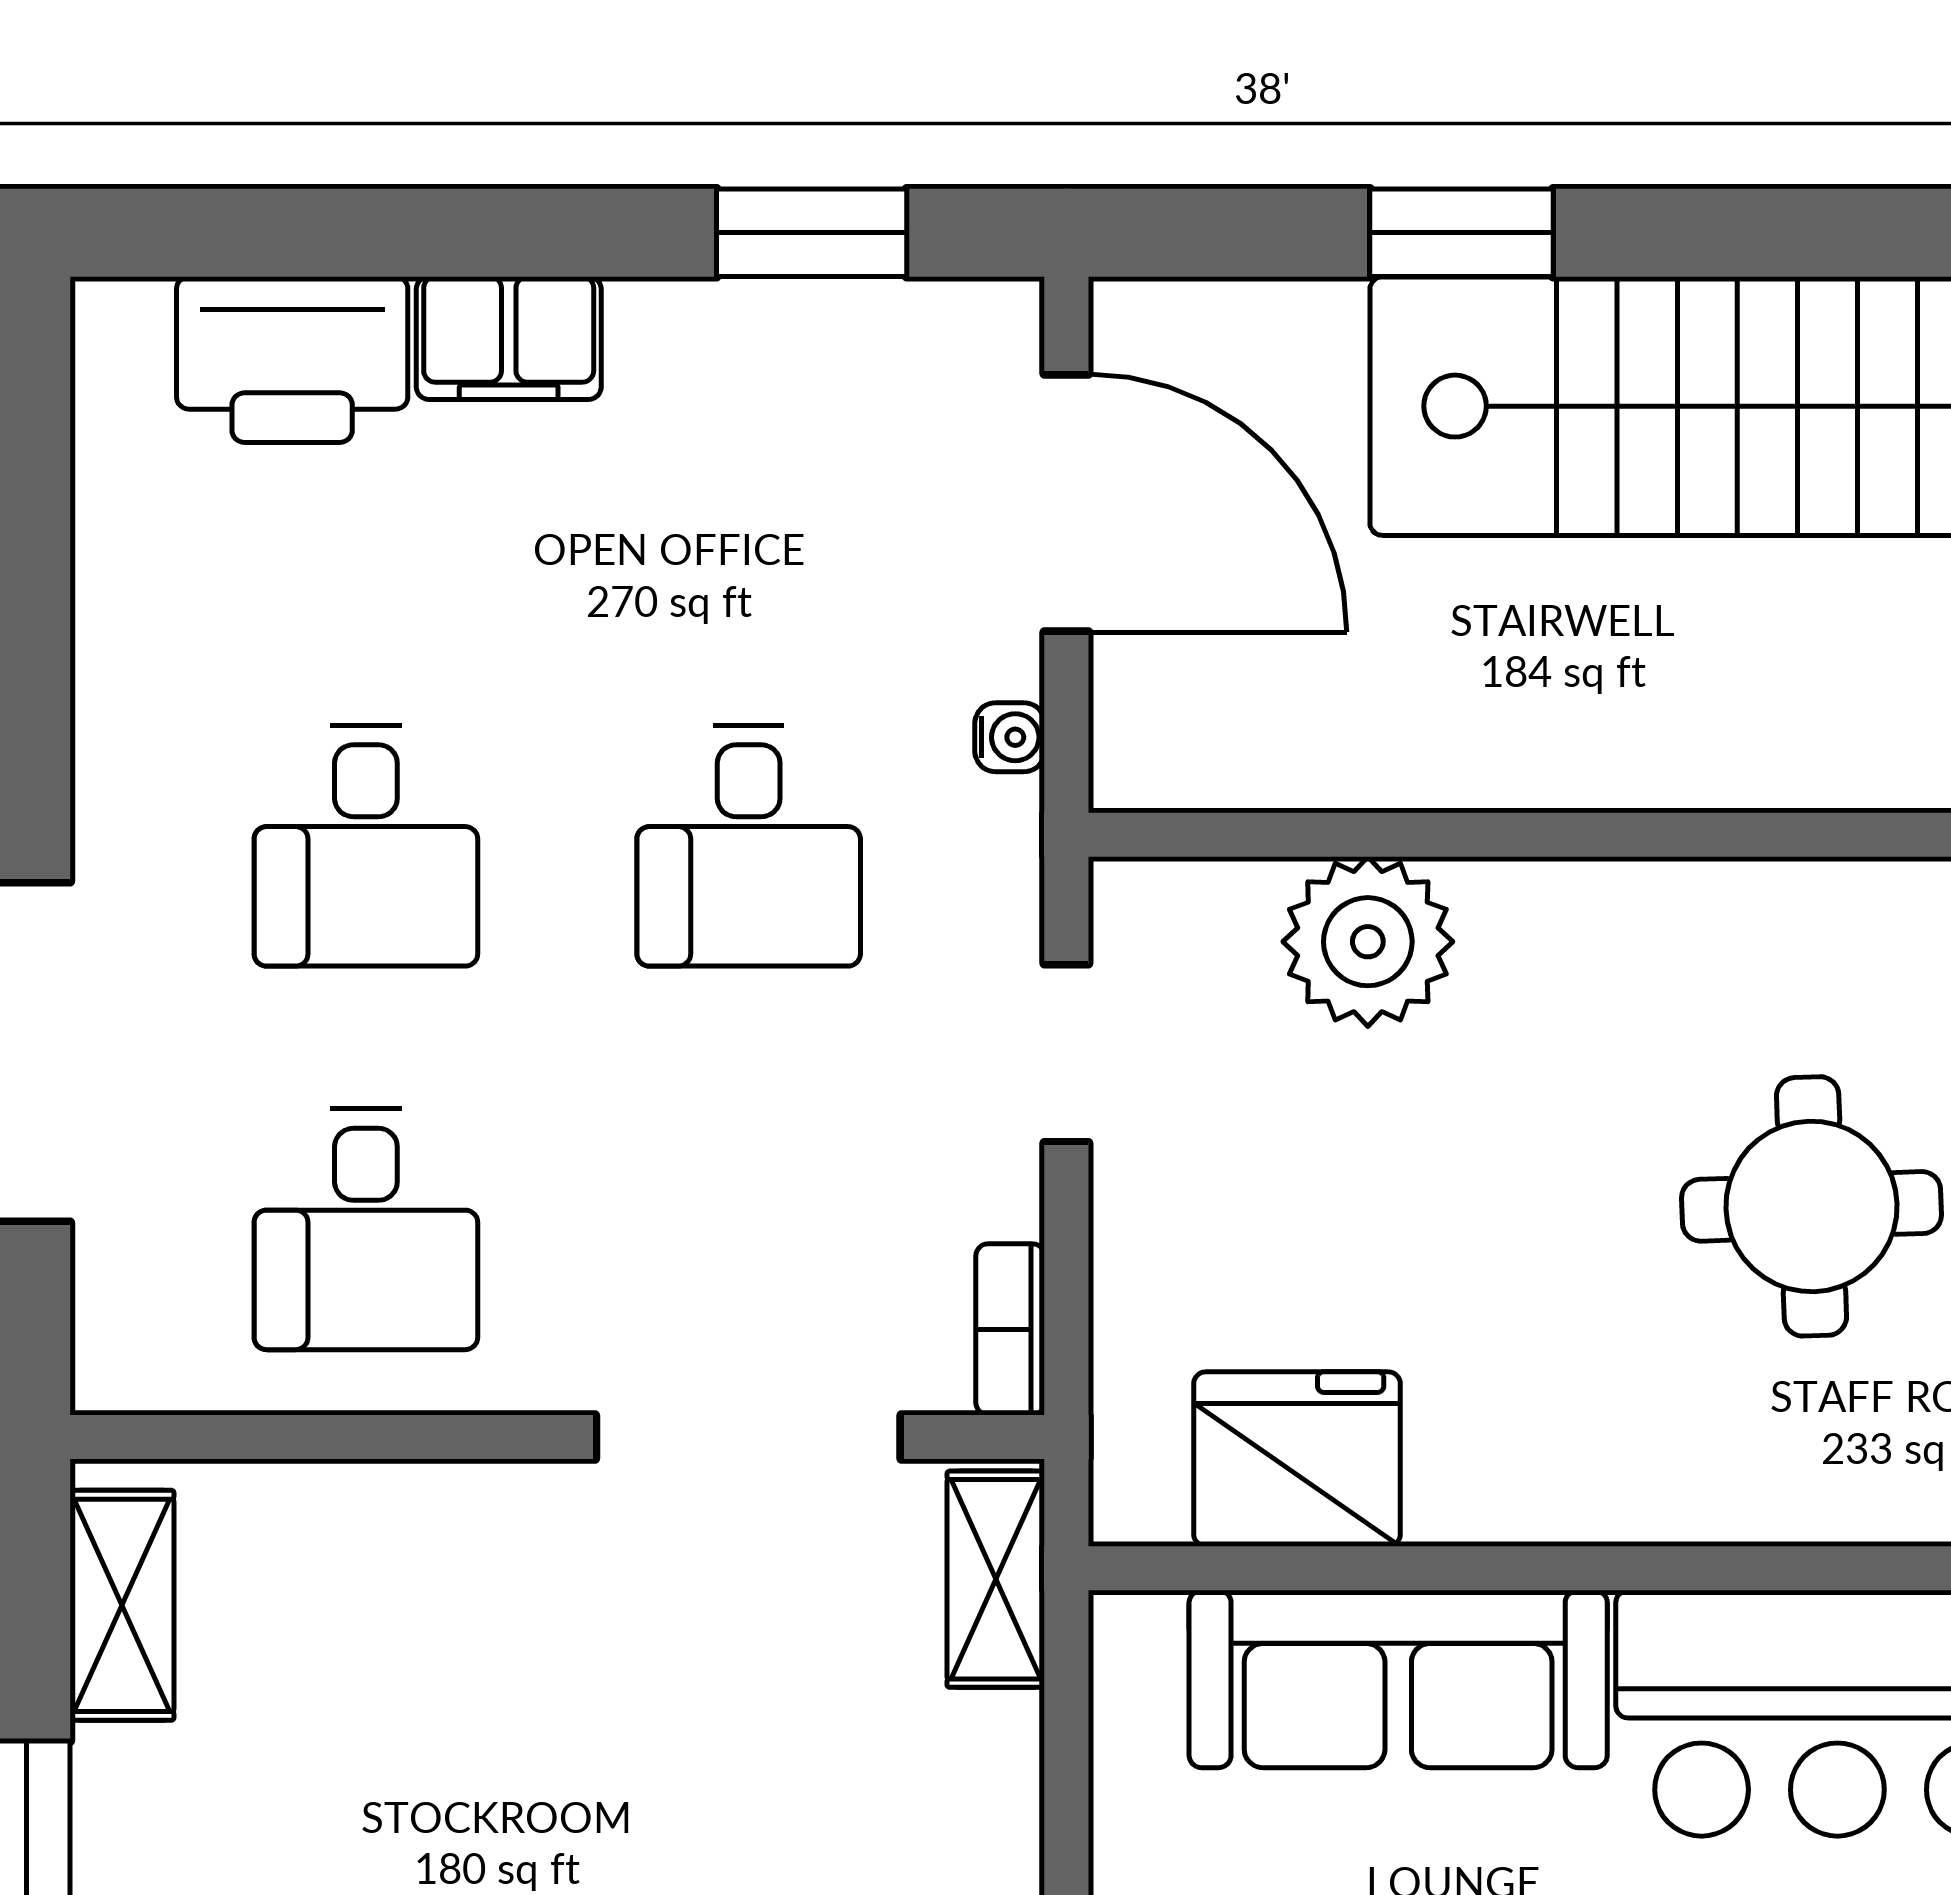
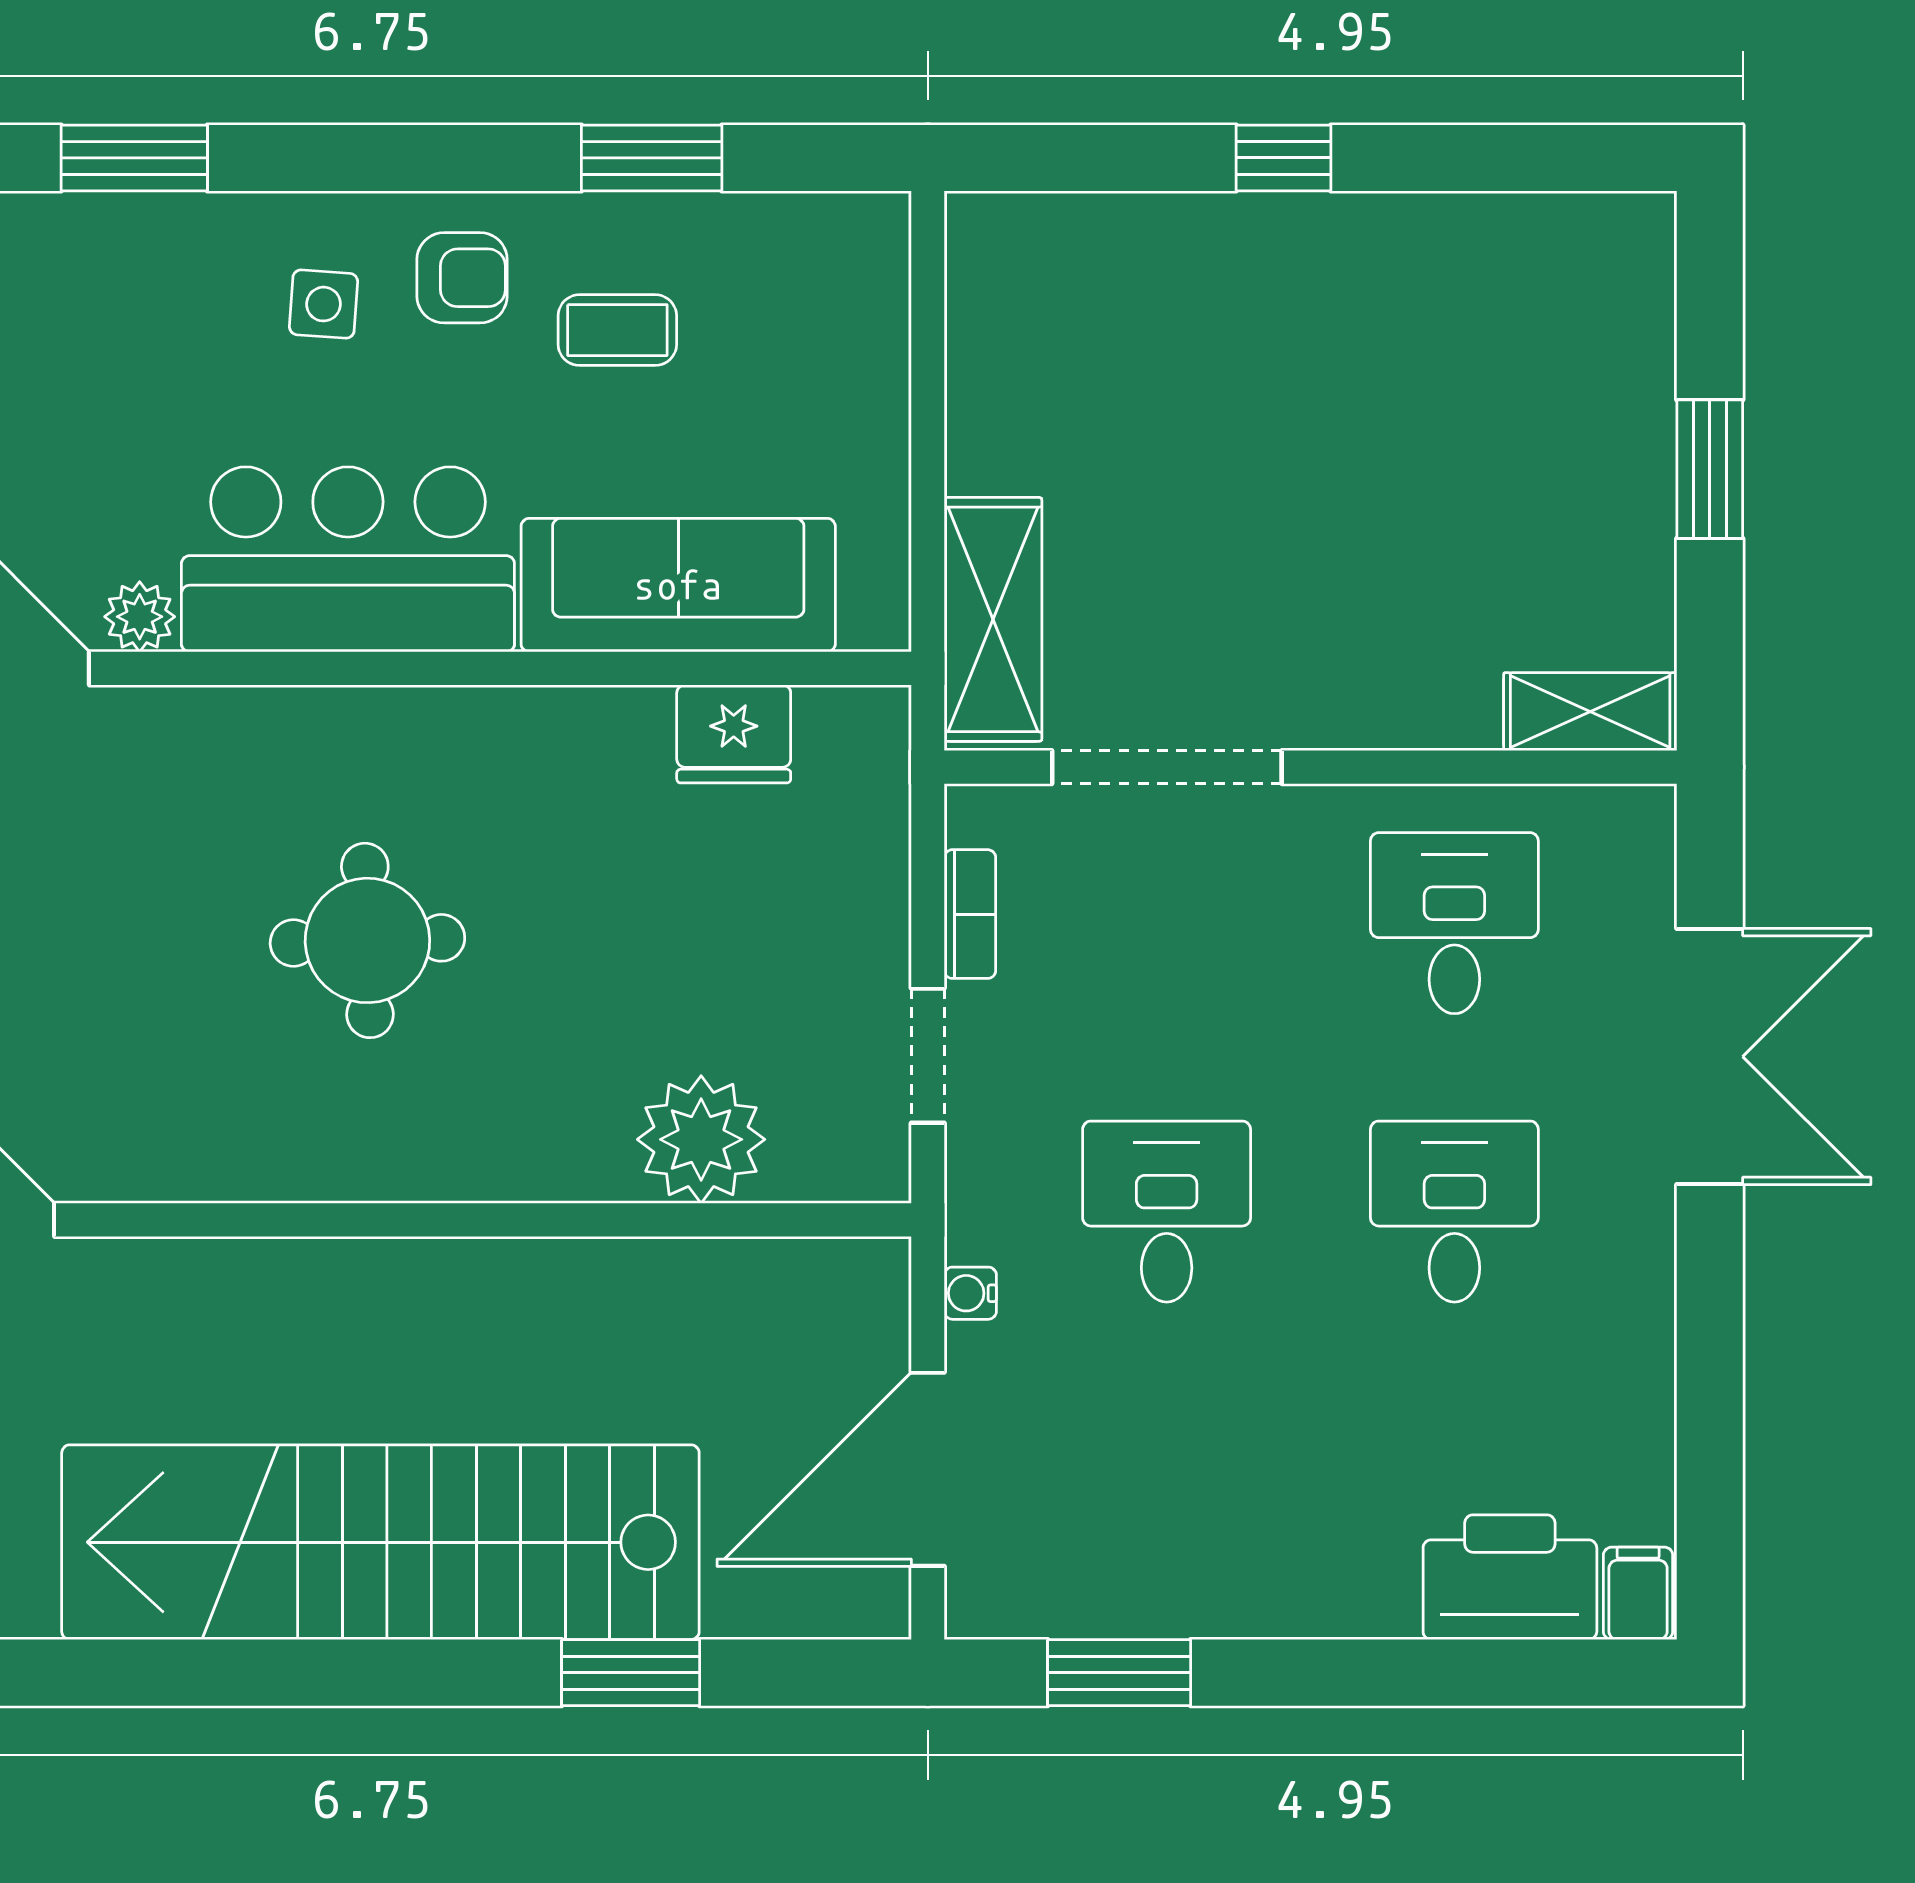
filing cabinet: (509, 338) -> (1638, 1593), moved, width x0.50
door: (1066, 503) -> (928, 1469), hinge flipped
bookcase: (1010, 1329) -> (970, 914), moved
fridge: (1297, 1459) -> (734, 734), width x0.73, depth x0.75
shelving: (996, 1579) -> (993, 619), width x1.50, depth x1.33
shelving: (122, 1605) -> (1590, 712), moved, turned 90

